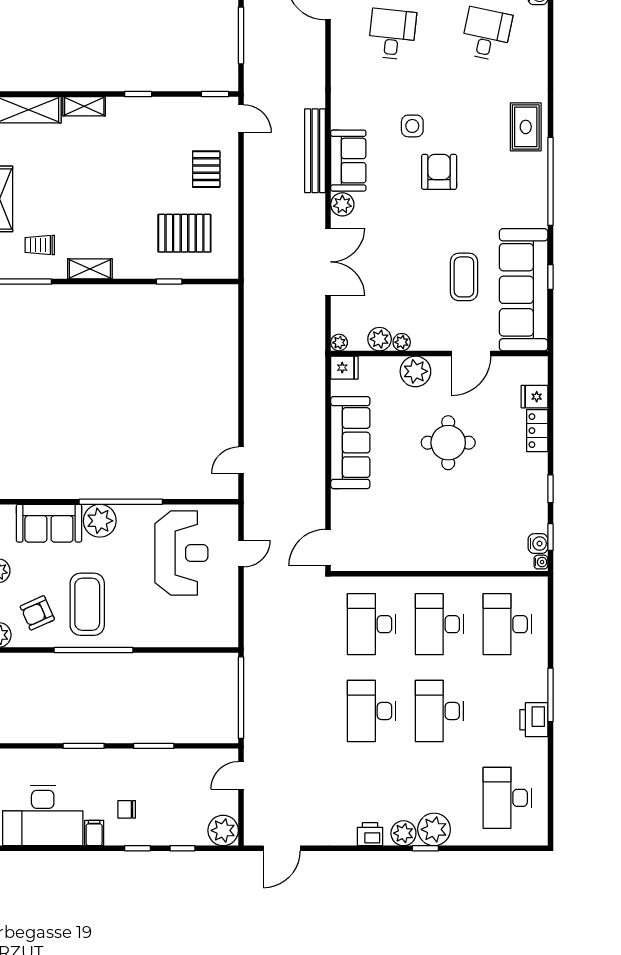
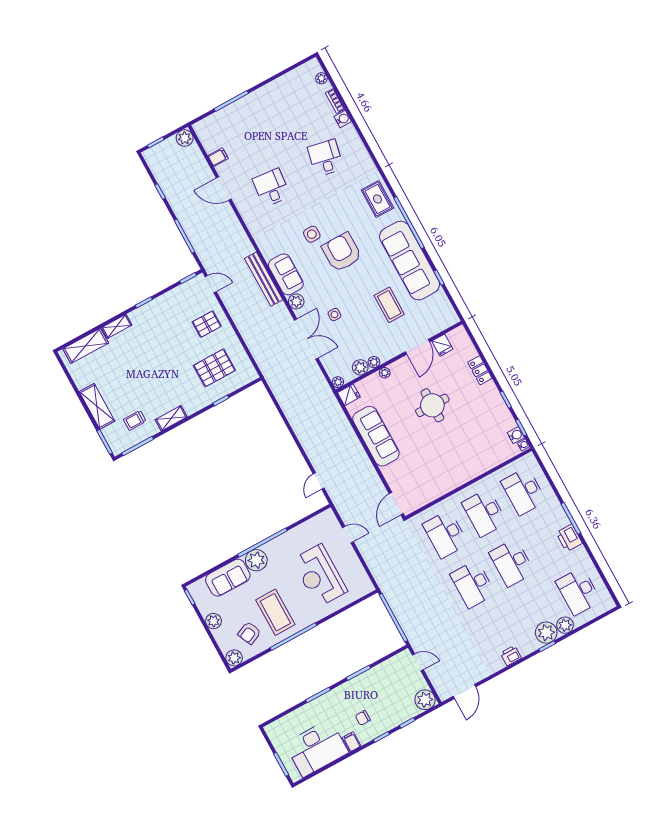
pallet: (206, 169) -> (207, 324), turned 90
armchair: (439, 172) -> (342, 252), width x1.36, depth x1.36
side table: (384, 250) -> (334, 315), added
sofa: (524, 290) -> (410, 261), moved
plant: (415, 371) -> (385, 373), width x0.53, depth x0.53
fridge: (535, 397) -> (442, 345), moved, turned -90
reception desk: (181, 553) -> (320, 576), moved, turned 180
door: (241, 554) -> (348, 535), hinge flipped
door: (241, 775) -> (418, 662), swing flipped
plant: (403, 833) -> (565, 625), moved

